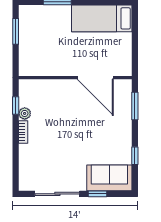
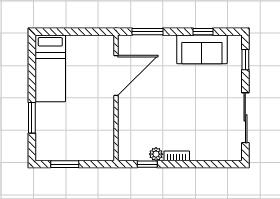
sofa: (109, 178) -> (202, 49), moved, turned -90
window: (97, 194) -> (245, 60), moved

